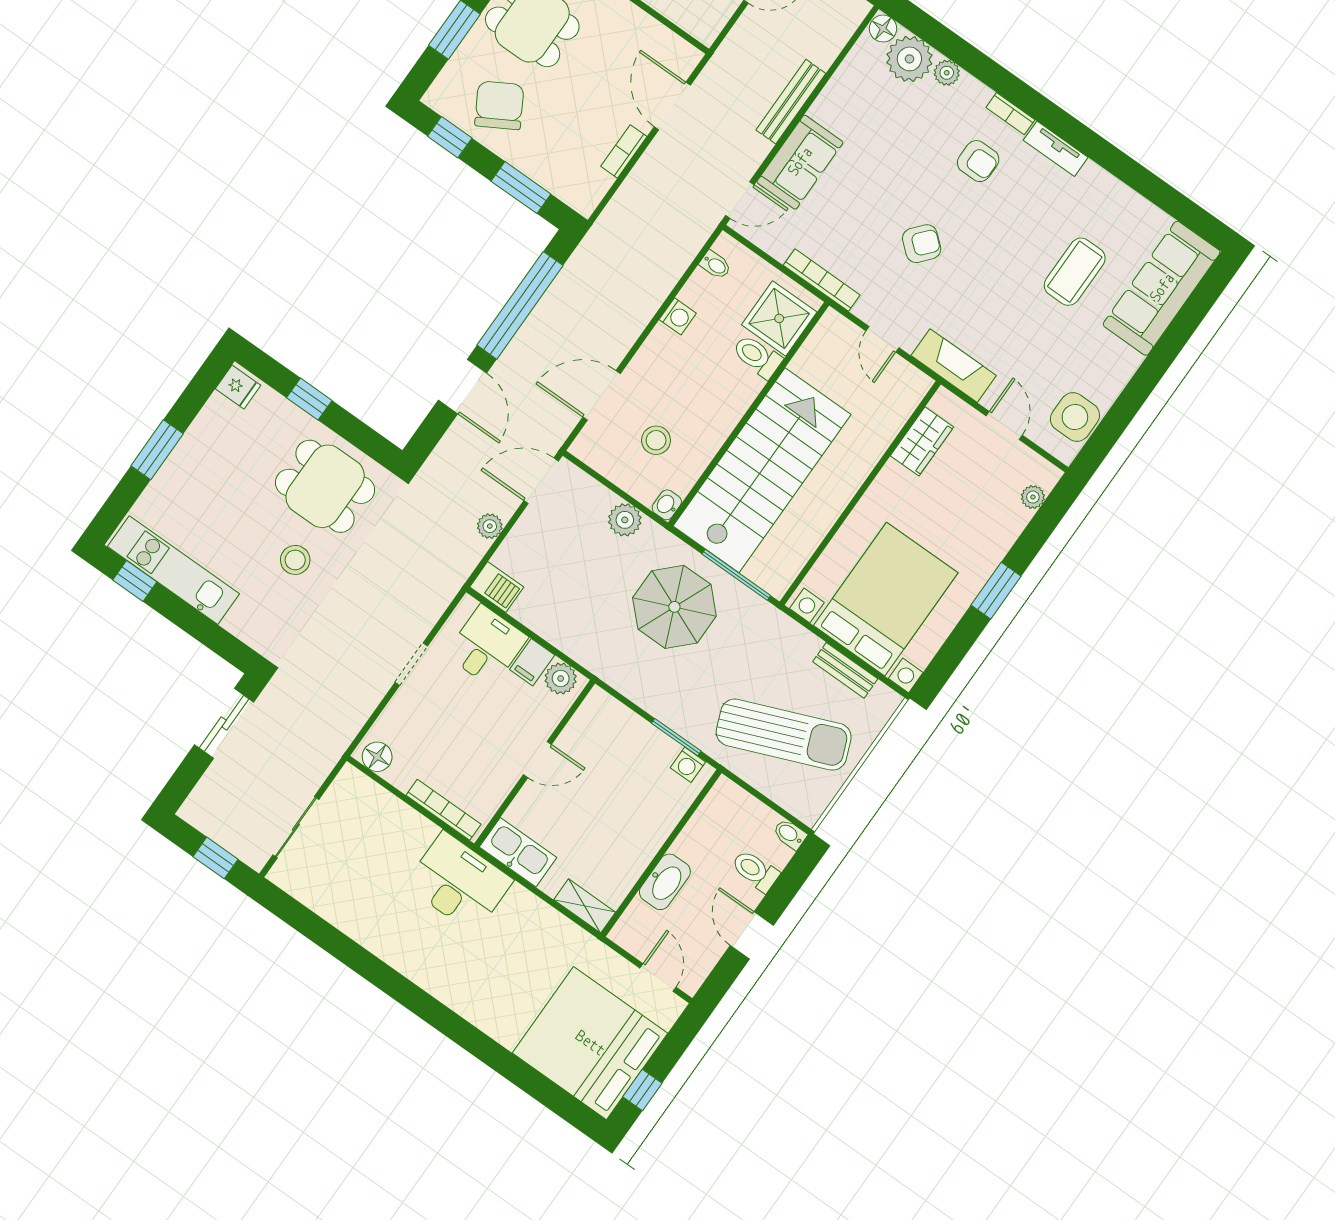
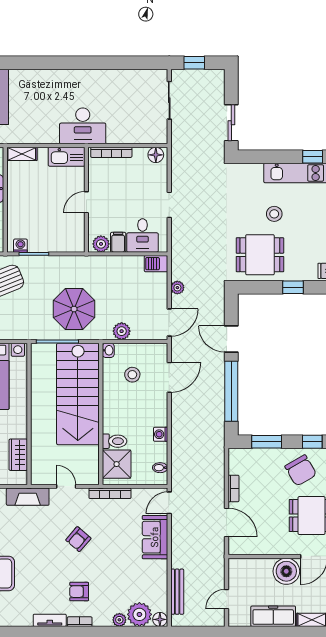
bench: (791, 102) -> (177, 592), moved
stool: (295, 560) -> (274, 214), moved

